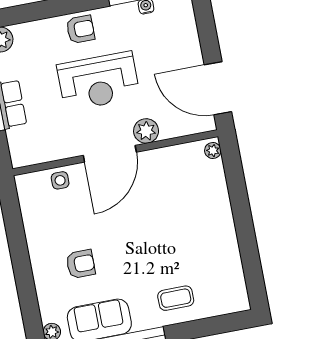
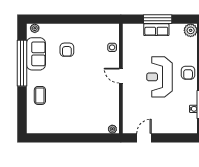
door: (218, 88) -> (144, 138), width x0.53
plant: (146, 131) -> (129, 97), removed
door: (110, 154) -> (121, 76), width x0.53

